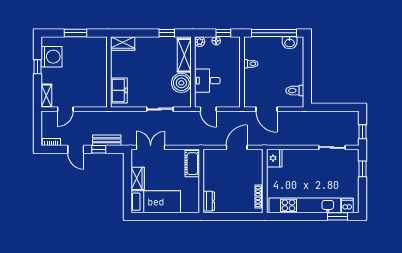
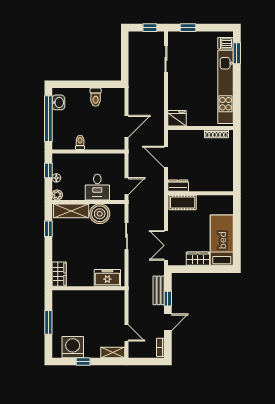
toilet: (295, 91) -> (96, 97), moved
dresser: (209, 201) -> (178, 186), moved

